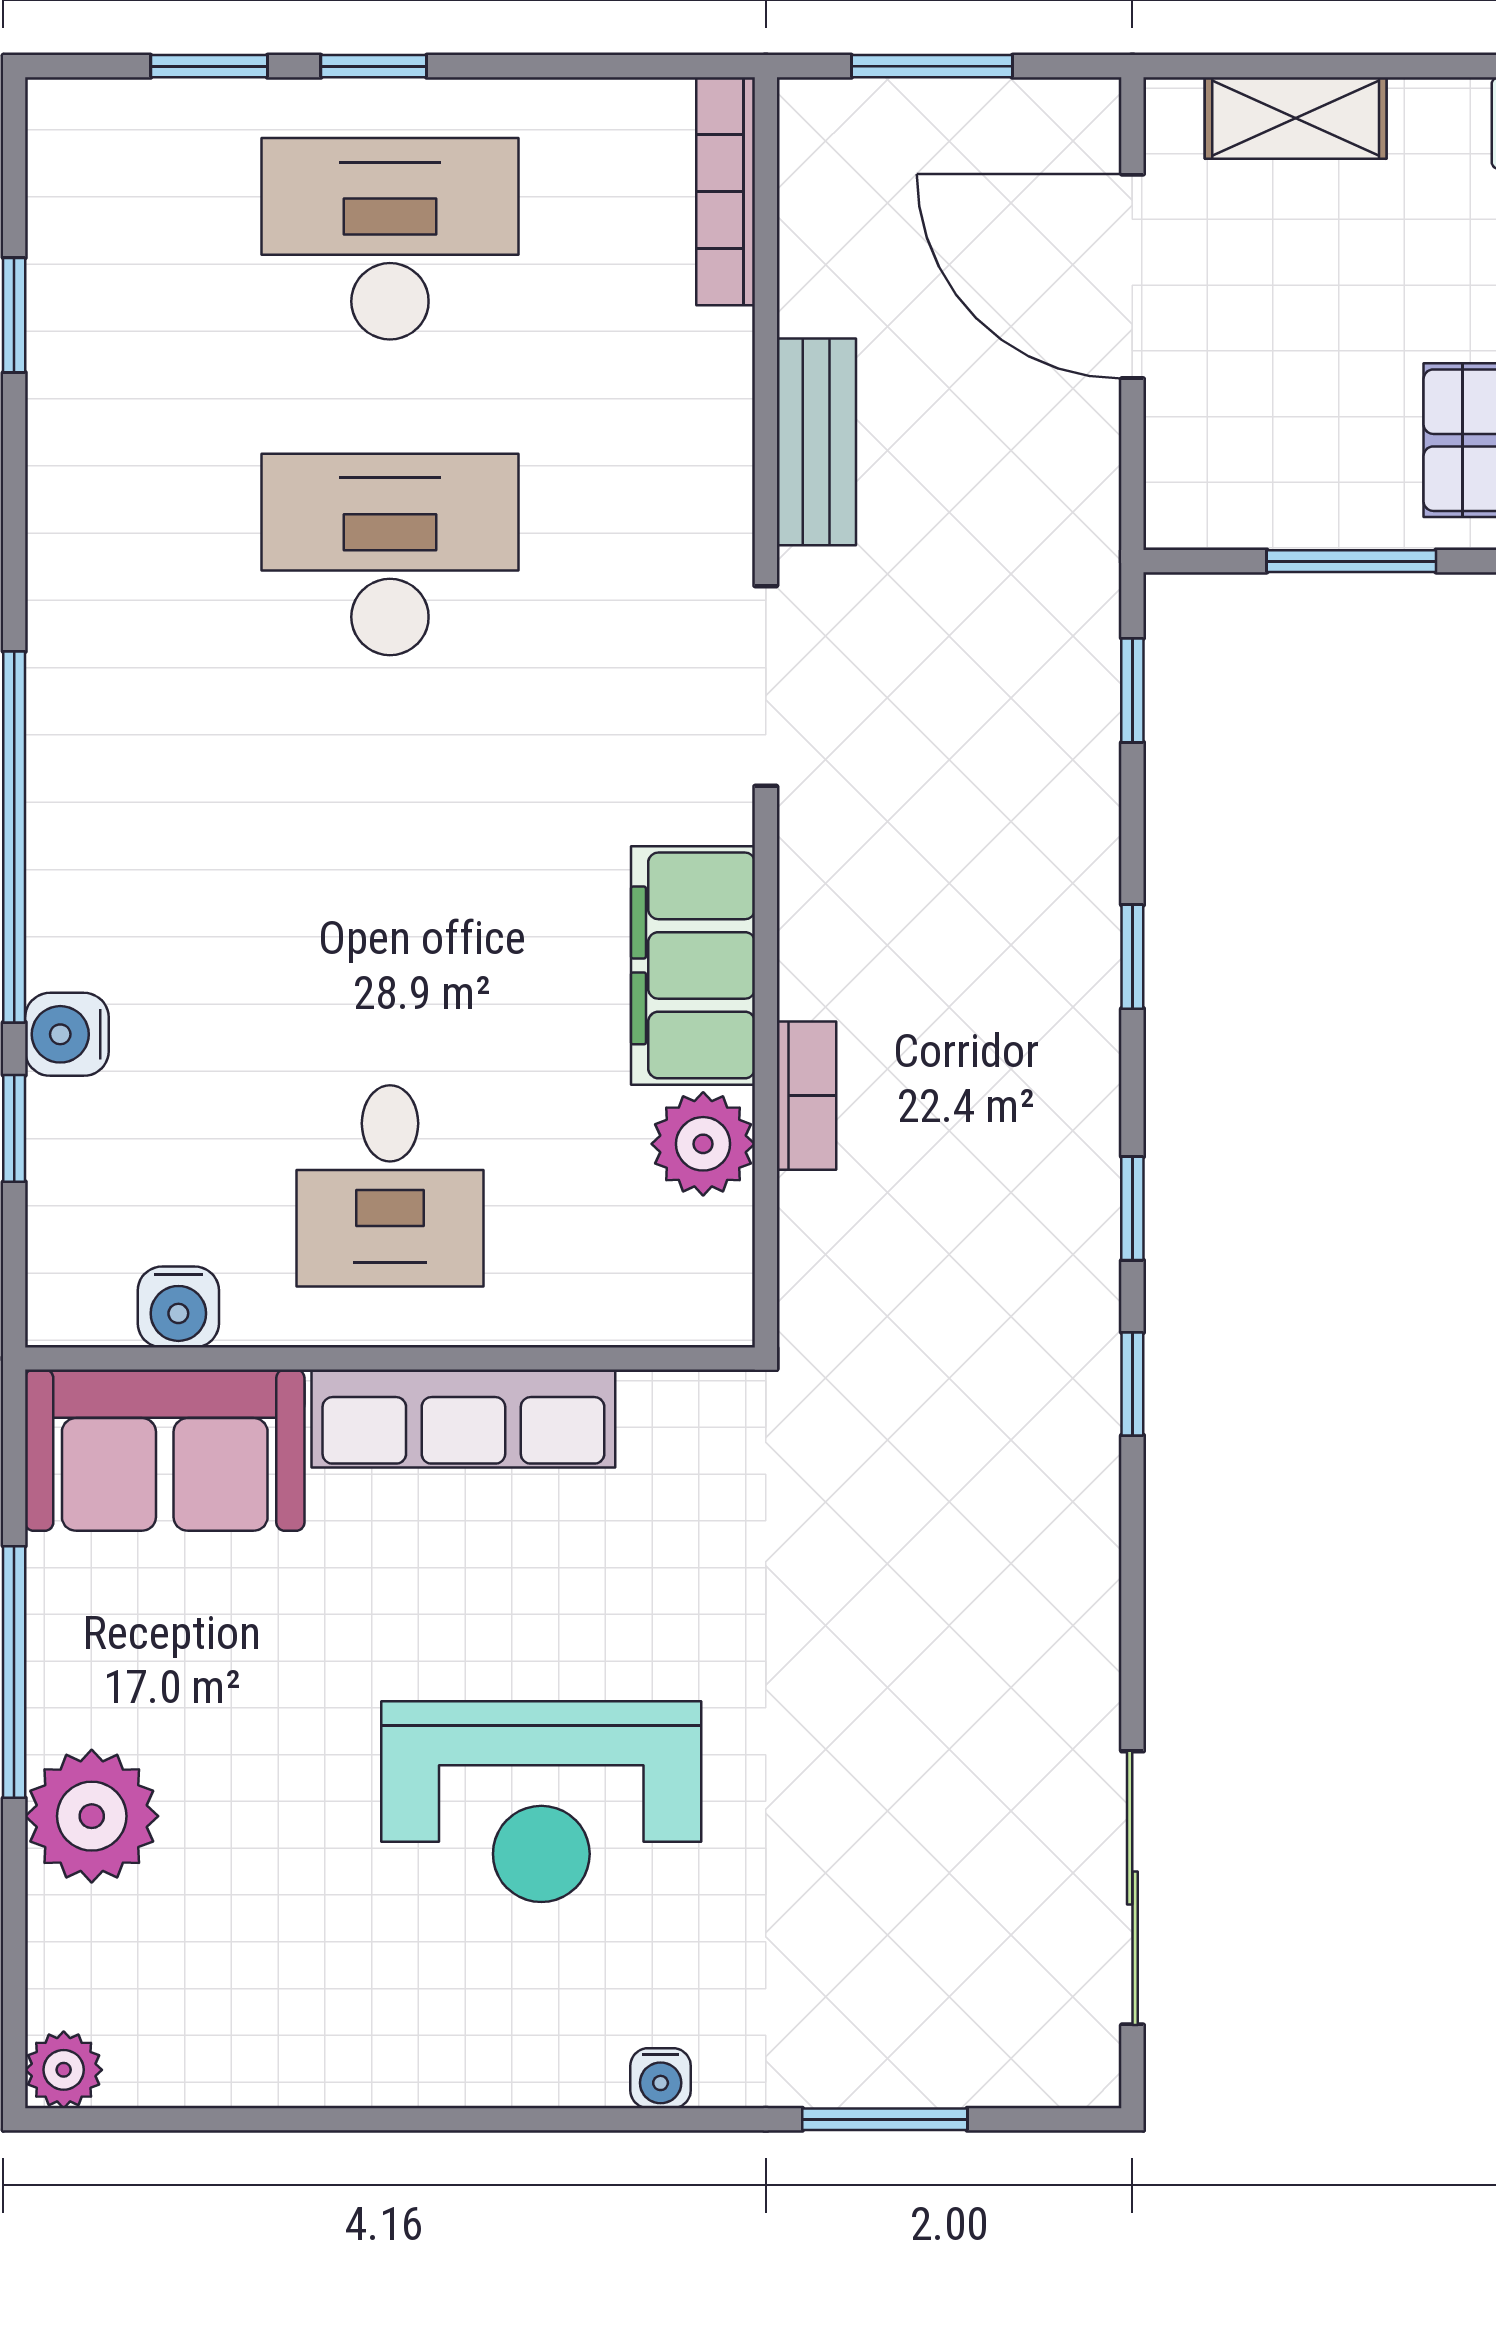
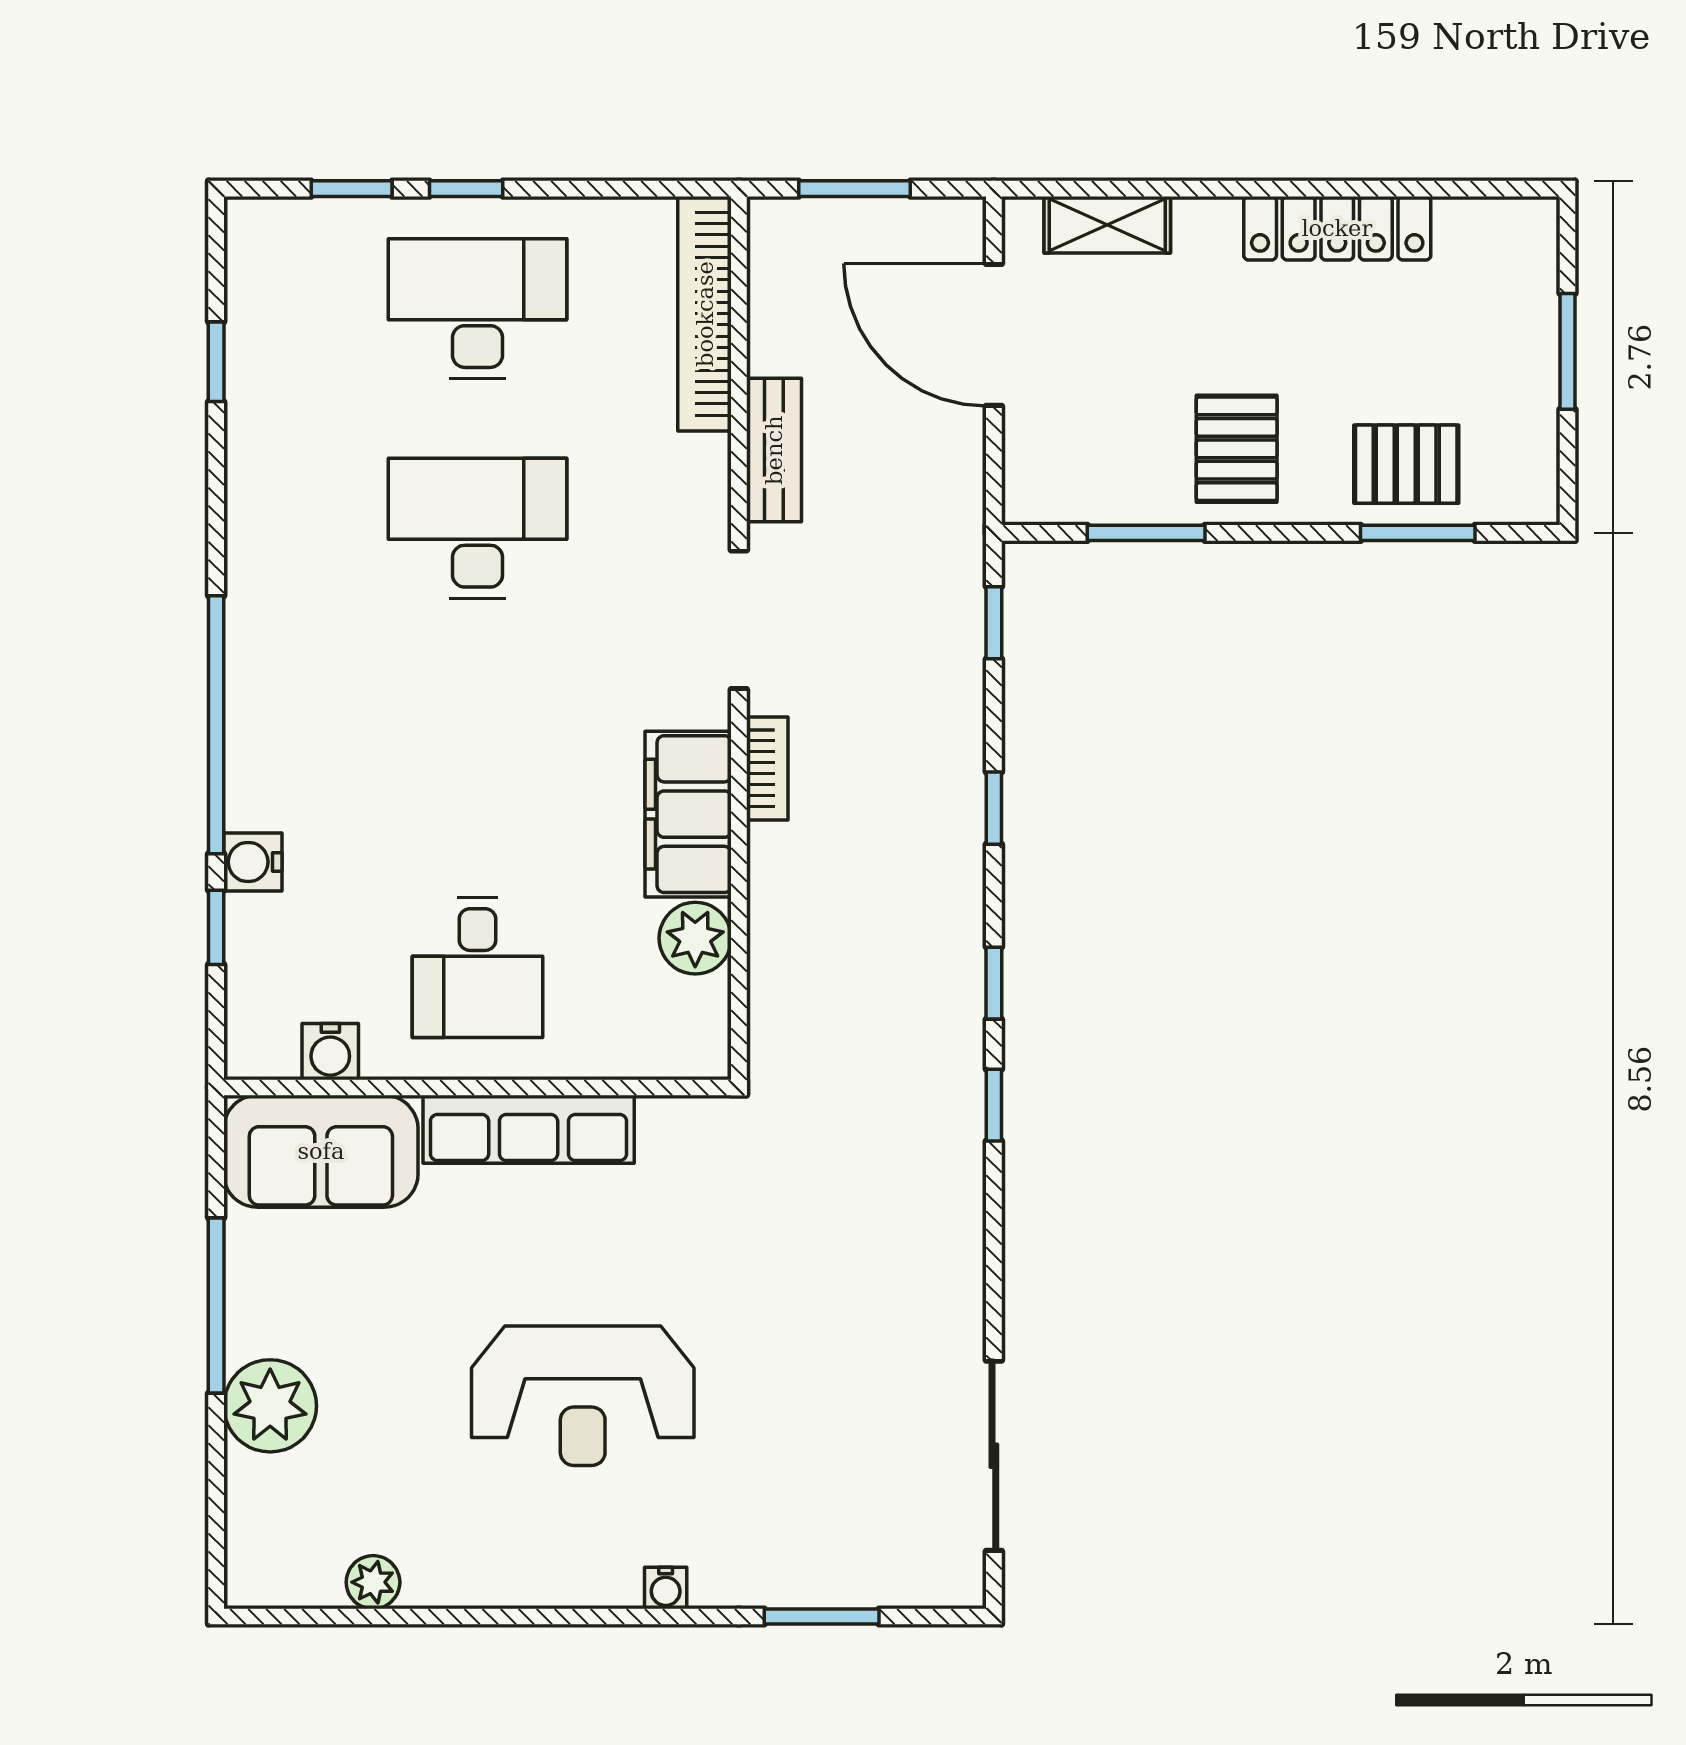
bookcase: (726, 191) -> (705, 314), width x1.48, depth x1.31
bookcase: (806, 1096) -> (767, 768), moved
plant: (64, 2070) -> (373, 1582), moved

